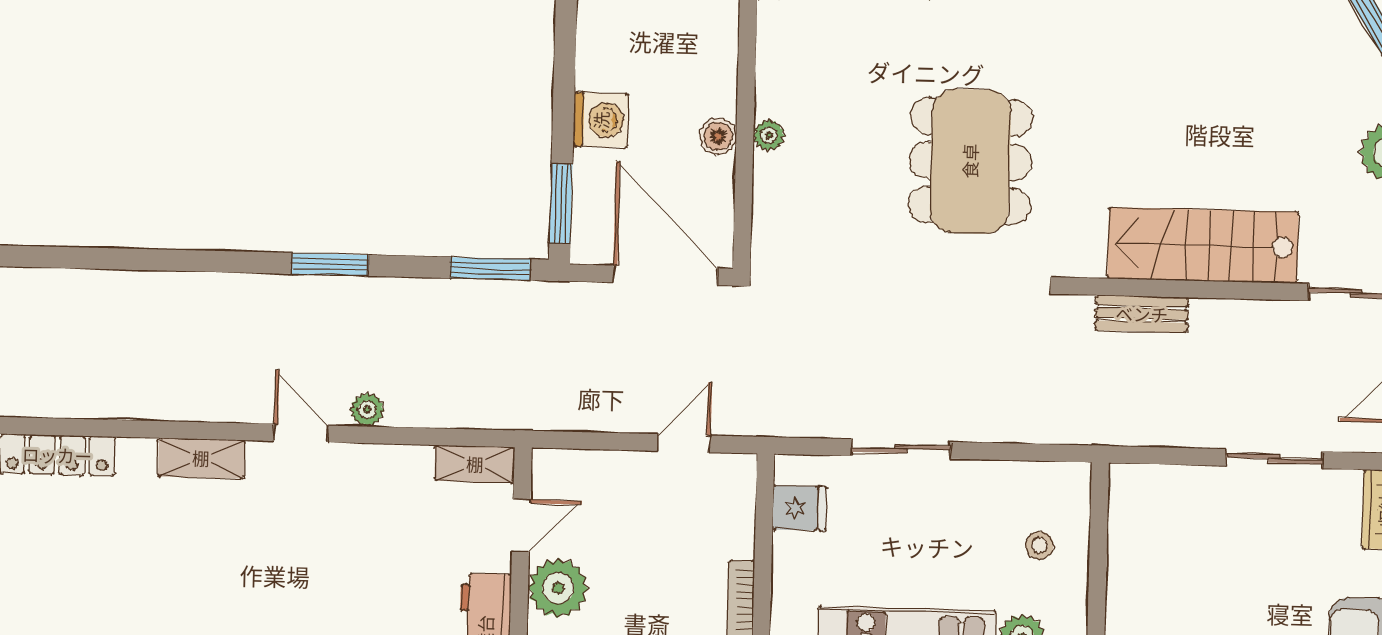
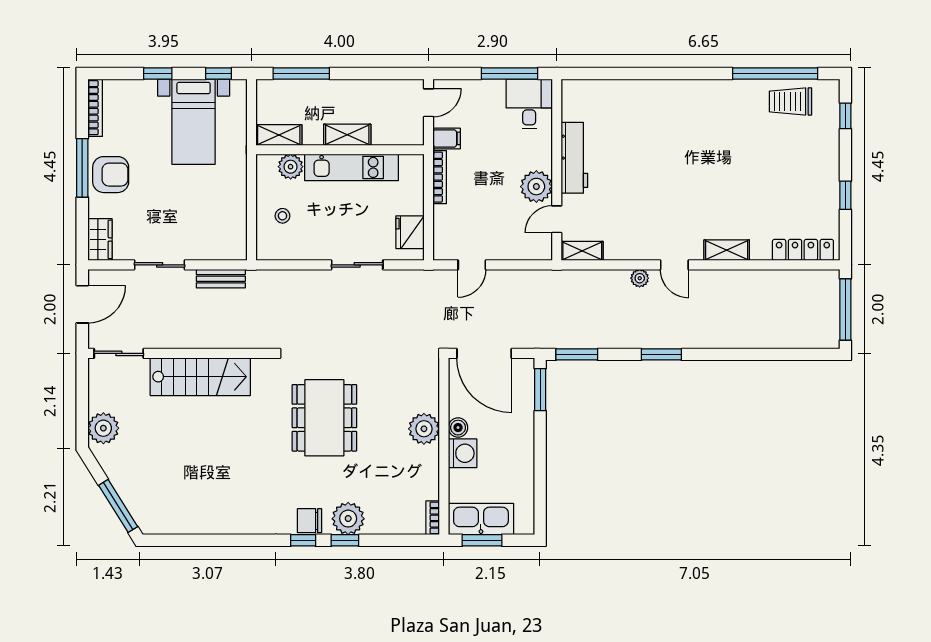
washing machine: (601, 120) -> (463, 453), moved, turned 180
plant: (769, 135) -> (424, 429), width x1.87, depth x1.87
bench: (1142, 314) -> (221, 279), moved
fridge: (799, 508) -> (410, 232), width x1.38

